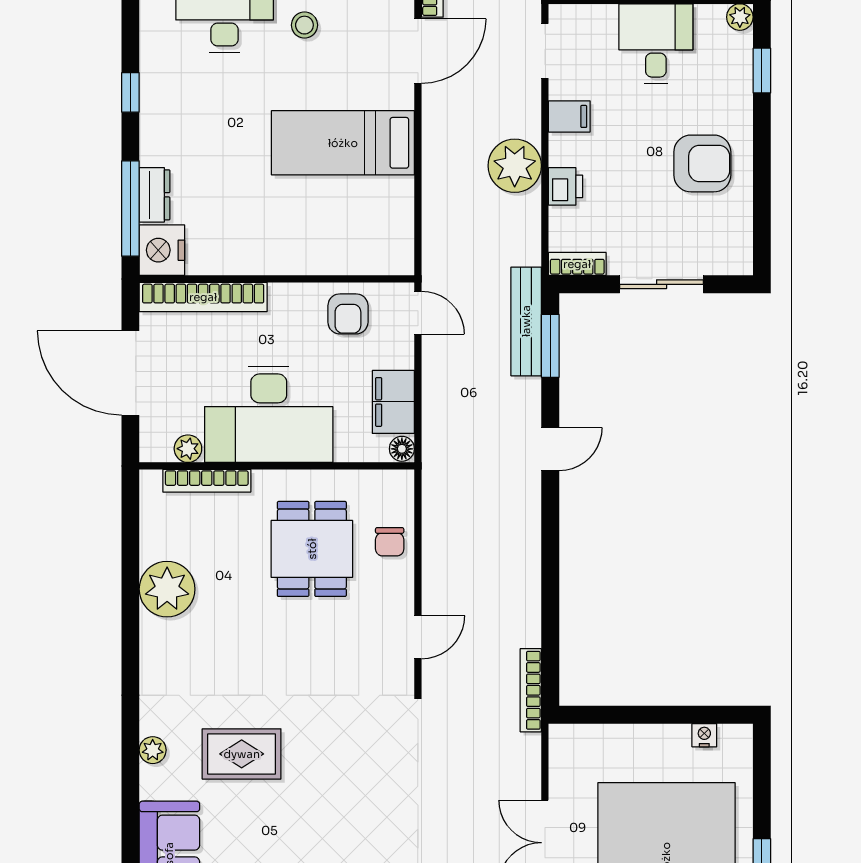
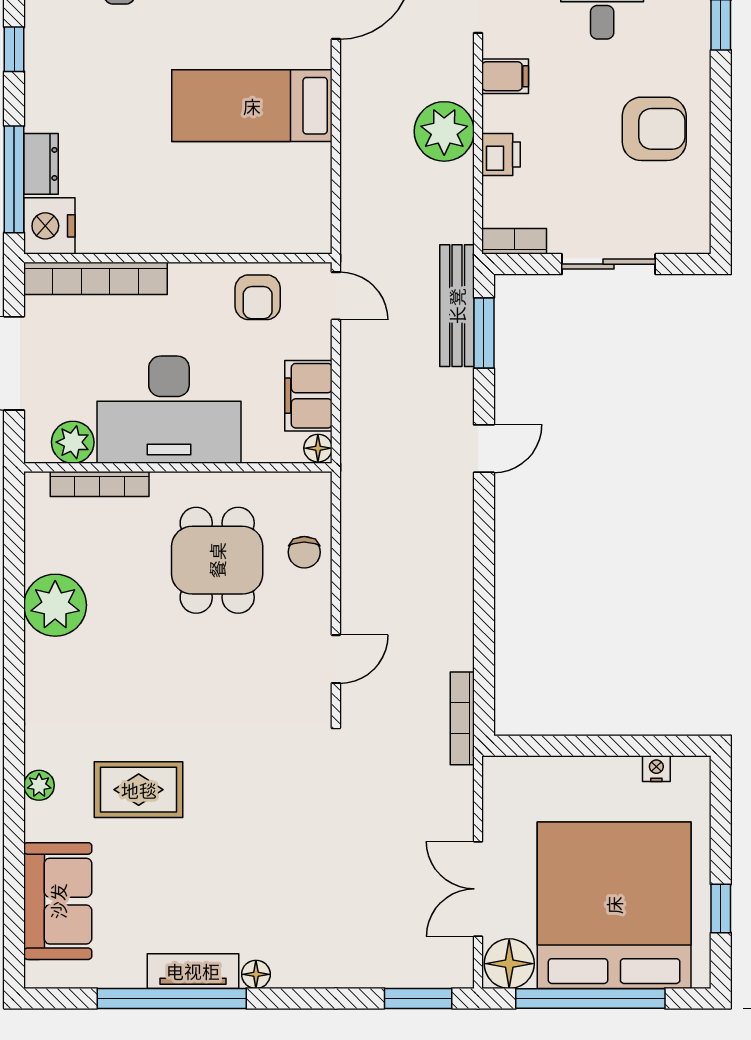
plant: (188, 449) -> (73, 442), width x1.38, depth x1.38

